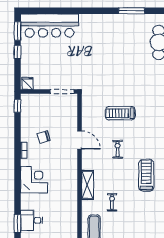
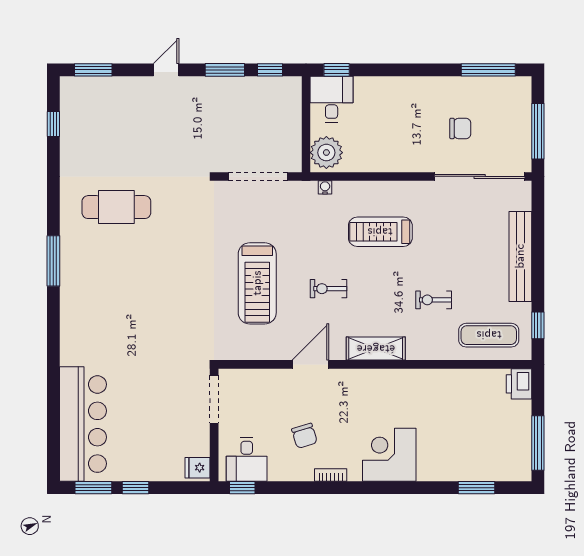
treadmill: (120, 113) -> (257, 283), width x1.37, depth x1.38
shelving: (87, 185) -> (376, 349), moved
desk: (32, 220) -> (247, 460), moved

